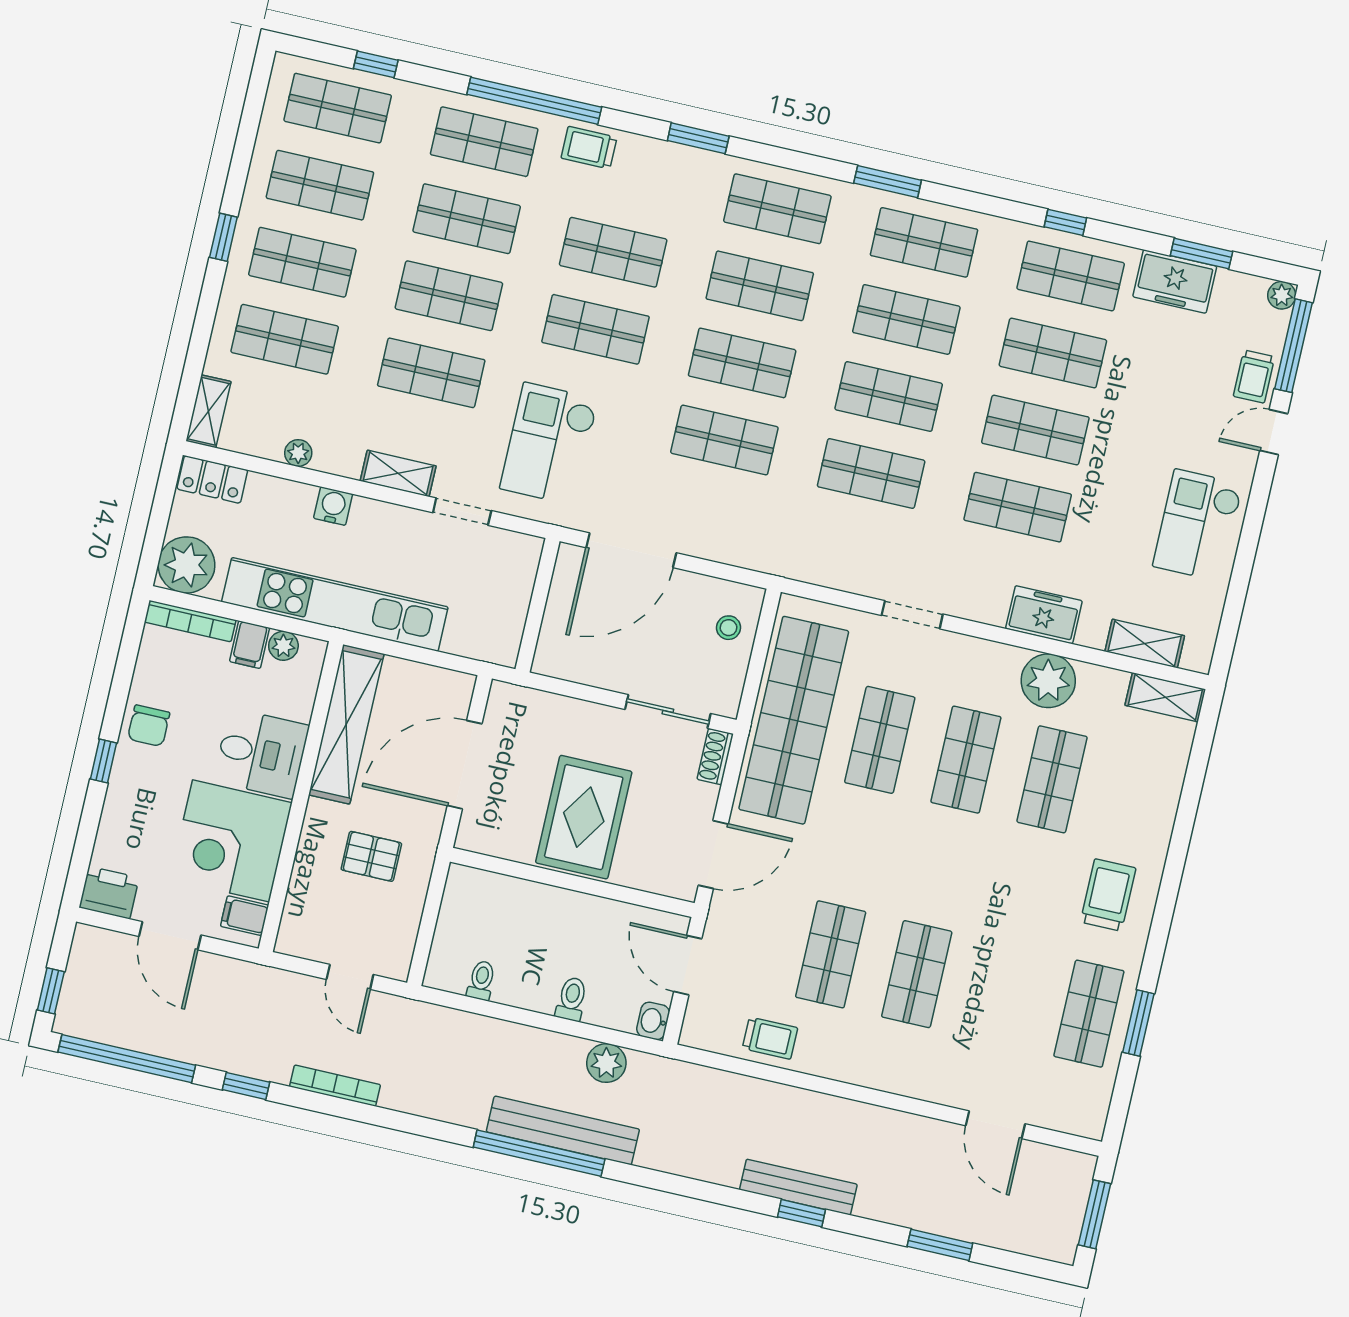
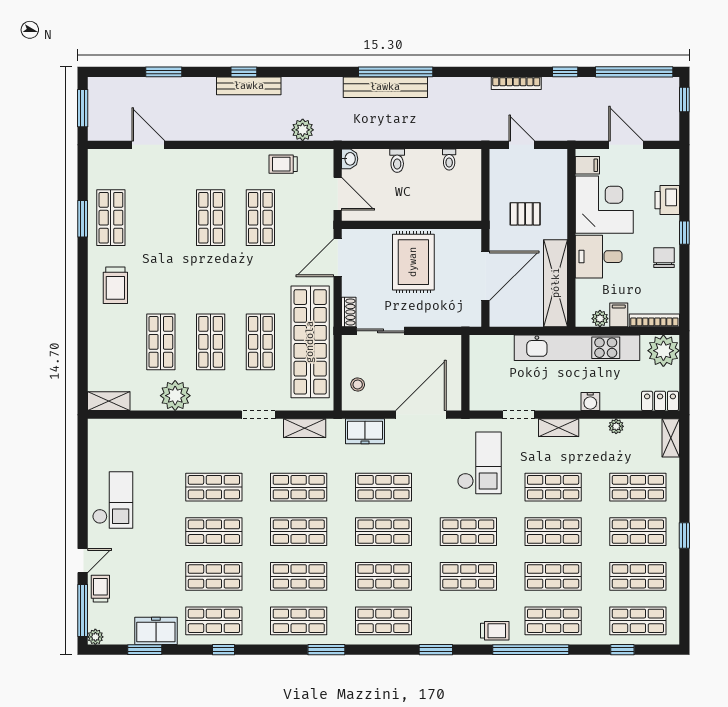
freezer: (1044, 615) -> (365, 431), moved
shelving: (1145, 644) -> (305, 428), moved
printer: (109, 893) -> (667, 200), moved, turned 90
plant: (606, 1063) -> (303, 130), moved

